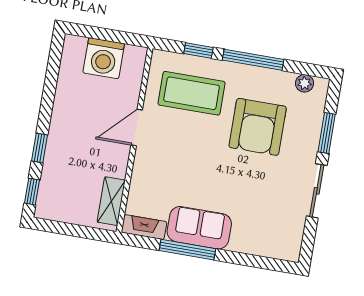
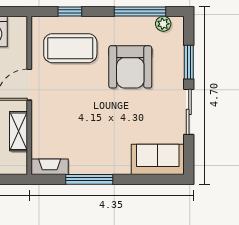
window: (253, 60) -> (140, 11), moved
shelving: (111, 201) -> (19, 131), moved
sofa: (199, 228) -> (158, 159), moved

